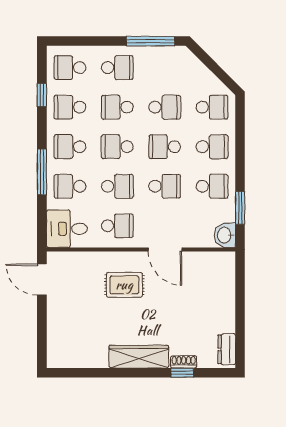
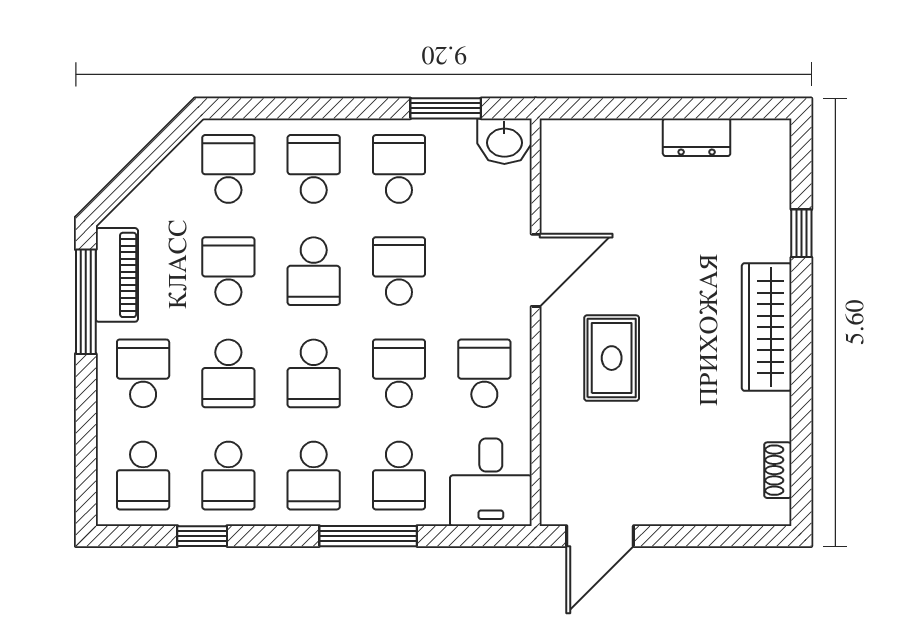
piano: (163, 55) -> (117, 275), added
dresser: (227, 349) -> (697, 137), moved
shoe rack: (184, 362) -> (778, 470), moved

